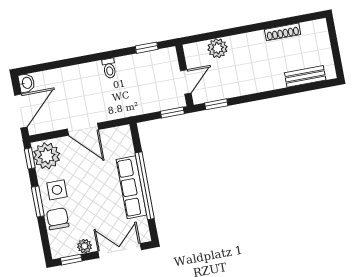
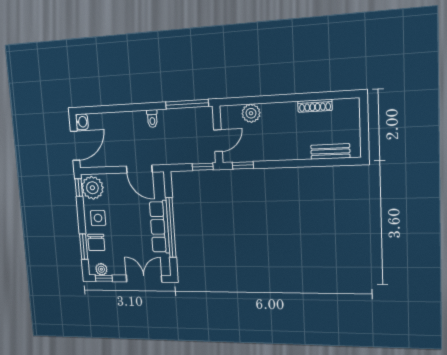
window: (147, 48) -> (187, 104), width x2.17
door: (83, 129) -> (139, 169), moved
window: (38, 202) -> (84, 247), moved
chair: (58, 219) -> (96, 242), turned 180
plant: (85, 246) -> (101, 269), moved

